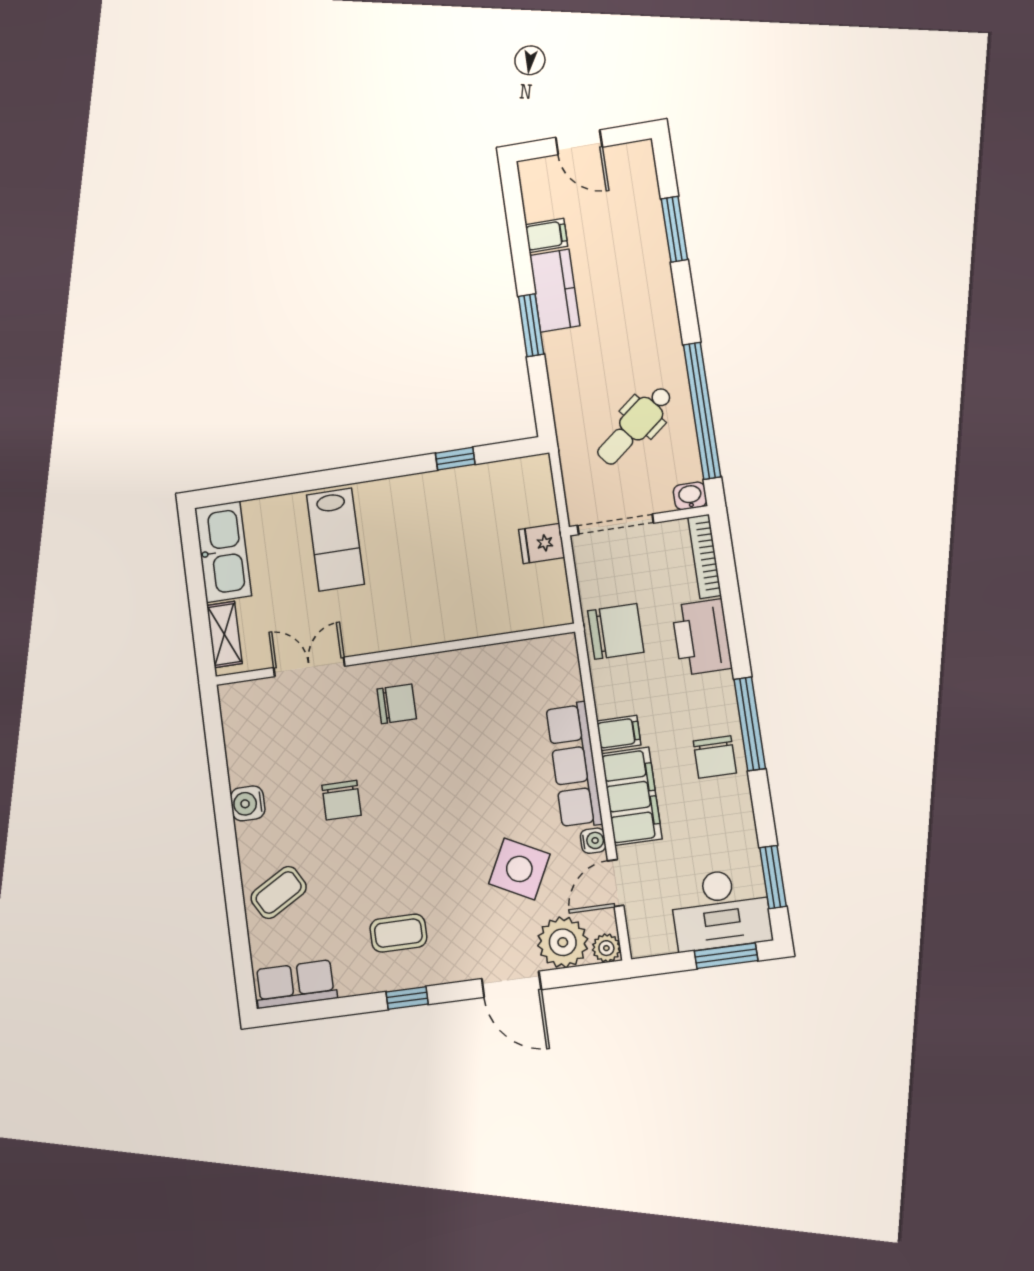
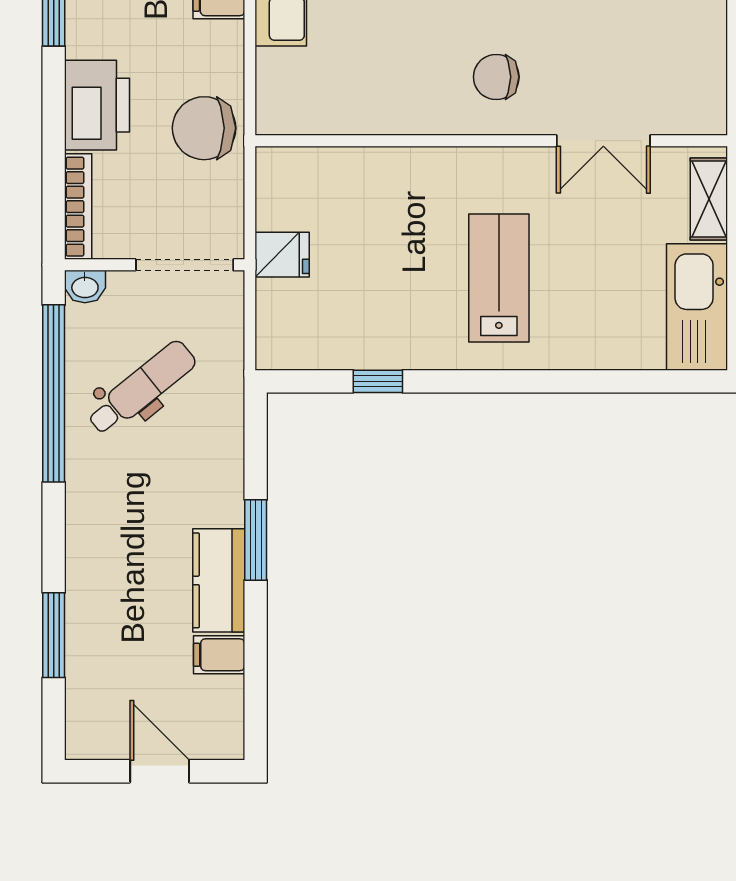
lab bench: (335, 539) -> (499, 278), moved

